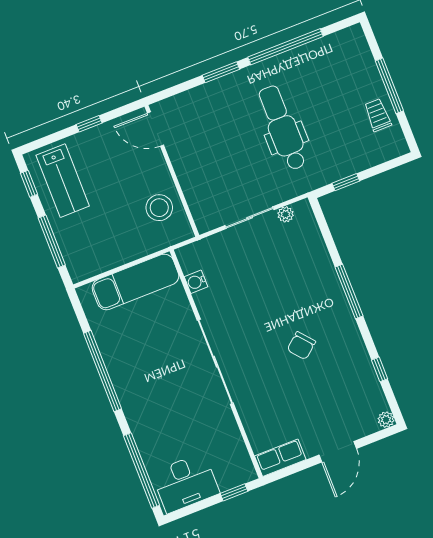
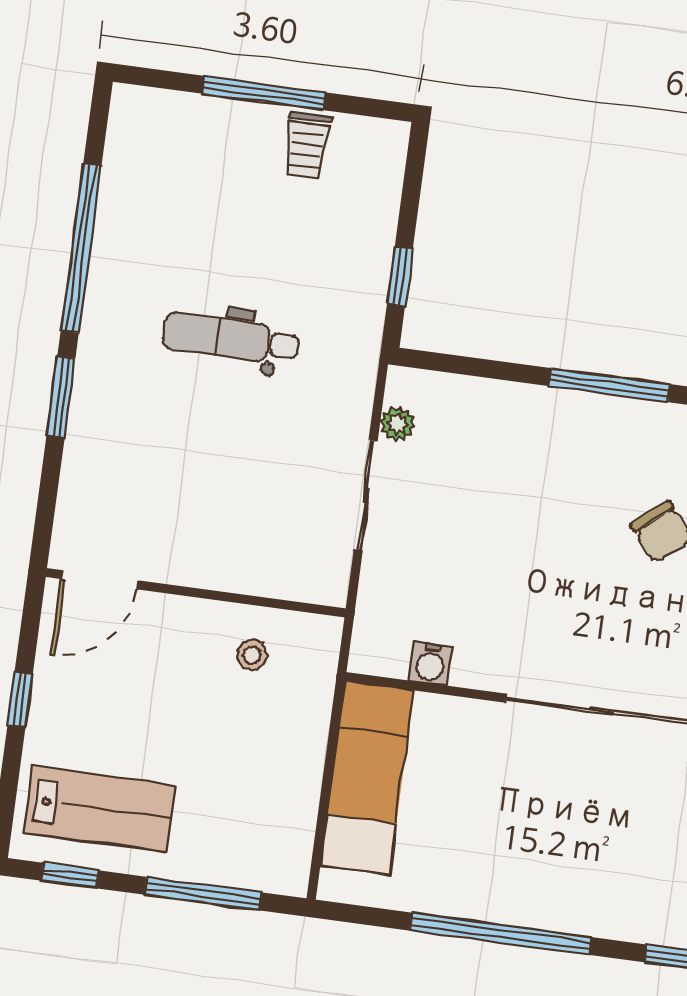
trolley: (378, 115) -> (307, 146), turned -90
dental chair: (283, 128) -> (231, 339), width x0.73, depth x0.72
stool: (159, 208) -> (252, 655), width x0.53, depth x0.53

